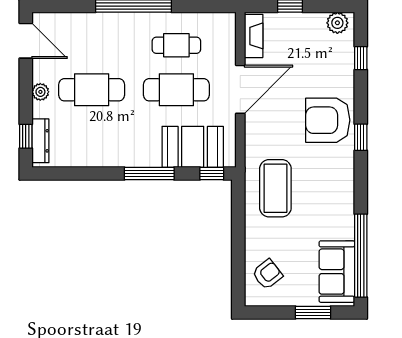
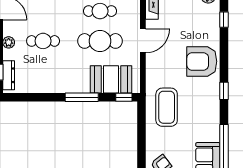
door: (240, 89) -> (143, 41), width x0.73
cafe table: (92, 90) -> (43, 41), width x0.73, depth x0.74
window: (361, 137) -> (224, 91), moved

